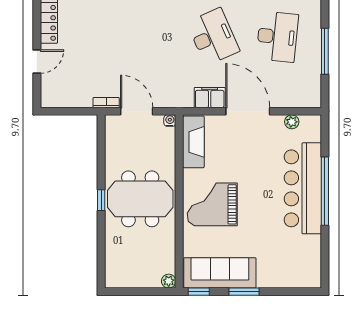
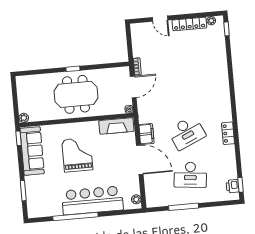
door: (248, 111) -> (140, 160), hinge flipped
plant: (292, 122) -> (136, 199), moved
window: (325, 191) -> (75, 217), moved
meeting table: (140, 199) -> (76, 94), turned 90
grand piano: (212, 204) -> (77, 155), moved
window: (244, 292) -> (23, 191), moved

